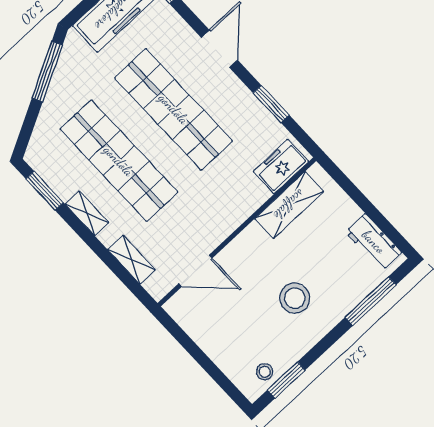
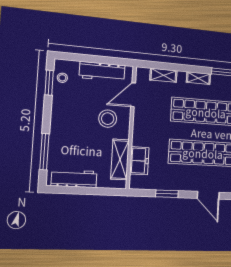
freezer: (281, 166) -> (139, 161), moved
workbench: (374, 242) -> (74, 179), width x1.38
stool: (295, 298) -> (108, 119), moved
workbench: (208, 336) -> (102, 72), added

